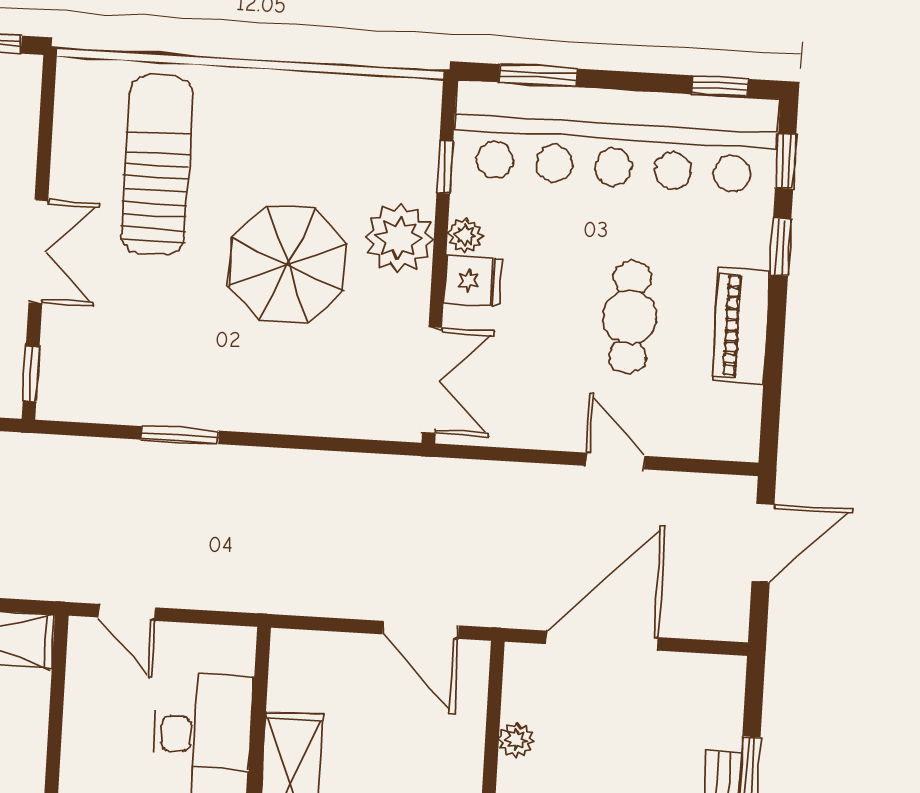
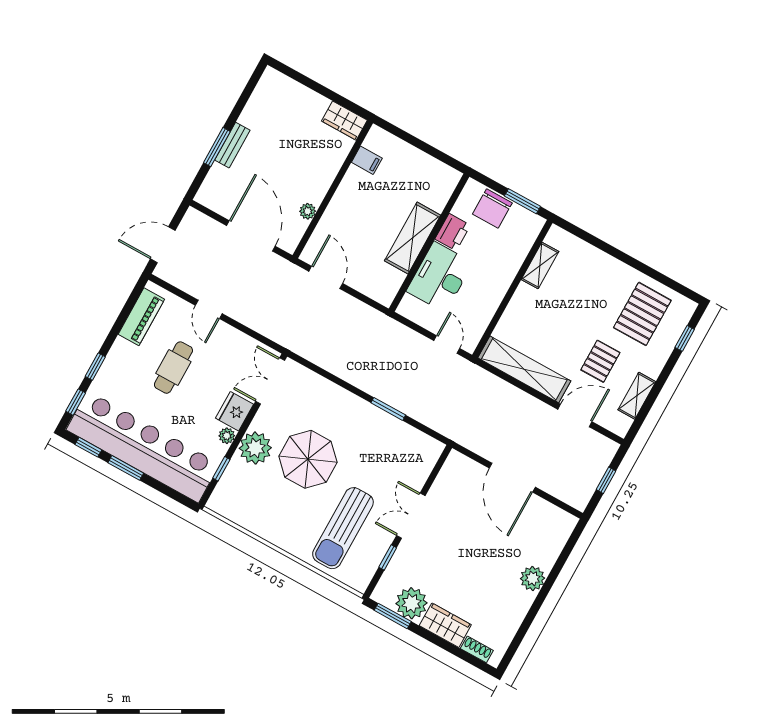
window: (538, 75) -> (126, 468), moved
fridge: (473, 280) -> (235, 411), width x1.38
piano: (741, 326) -> (141, 317), moved
window: (31, 374) -> (388, 557), moved
door: (602, 641) -> (251, 236), swing flipped

